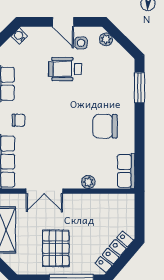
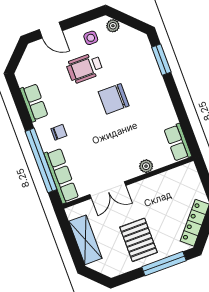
door: (63, 22) -> (51, 30), moved
water cooler: (19, 36) -> (30, 53), removed
chair: (105, 126) -> (114, 99), moved

